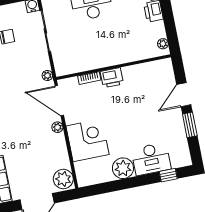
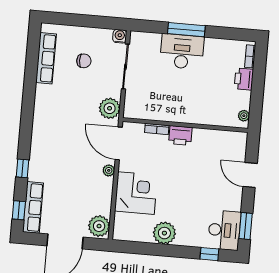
plant: (47, 75) -> (110, 108), width x1.88, depth x1.88
door: (184, 95) -> (250, 175), hinge flipped
window: (190, 125) -> (246, 226), moved
desk: (151, 159) -> (224, 230), moved, turned -90

